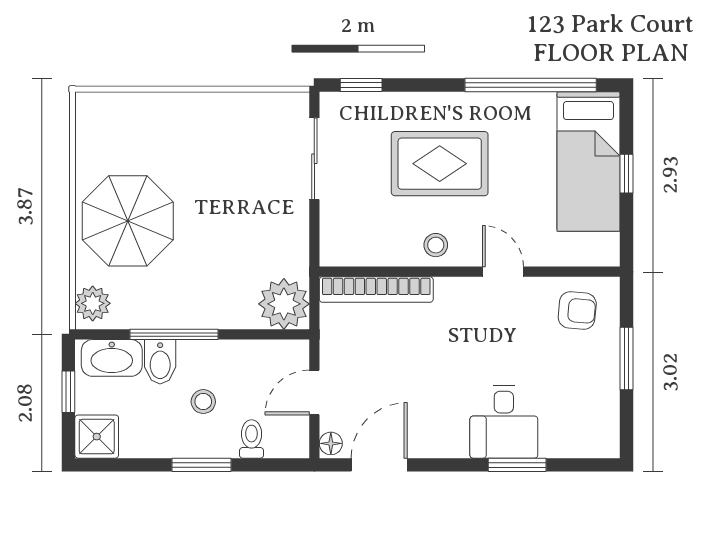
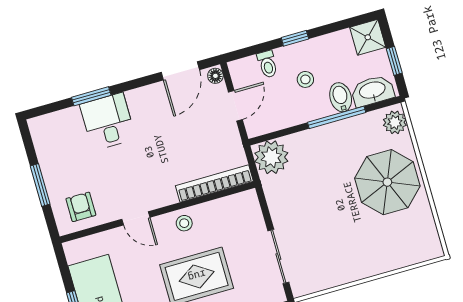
armchair: (577, 311) -> (81, 207), turned 85
window: (202, 465) -> (295, 38), width x0.67

